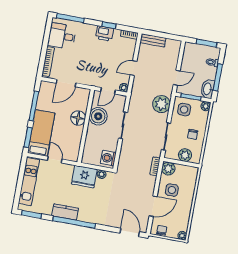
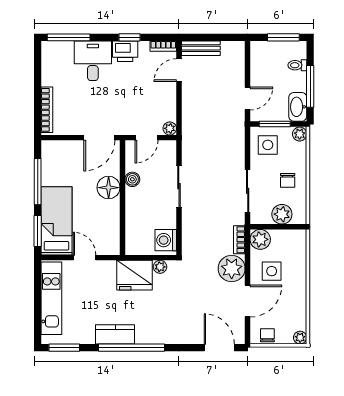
desk: (62, 36) -> (93, 61), moved, turned 90
door: (133, 68) -> (179, 70), moved
door: (66, 83) -> (99, 138), moved
plant: (161, 104) -> (232, 269), moved
boiler: (98, 116) -> (132, 179), width x0.54, depth x0.54

